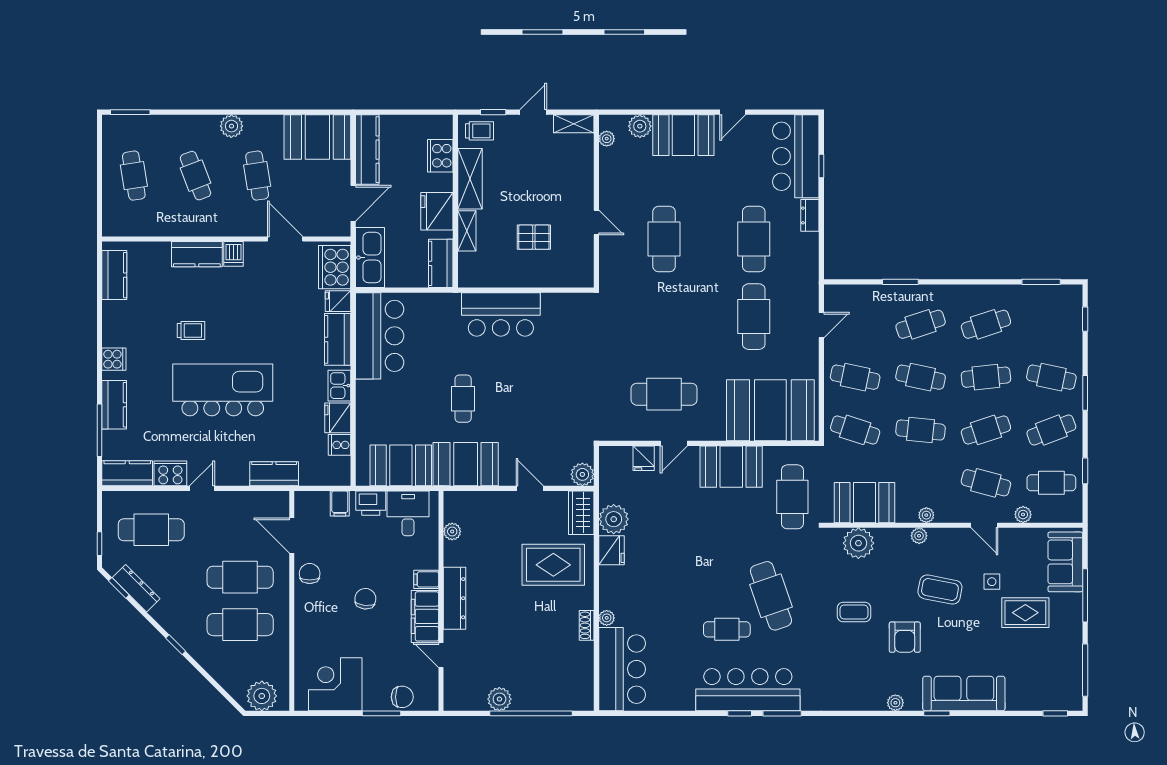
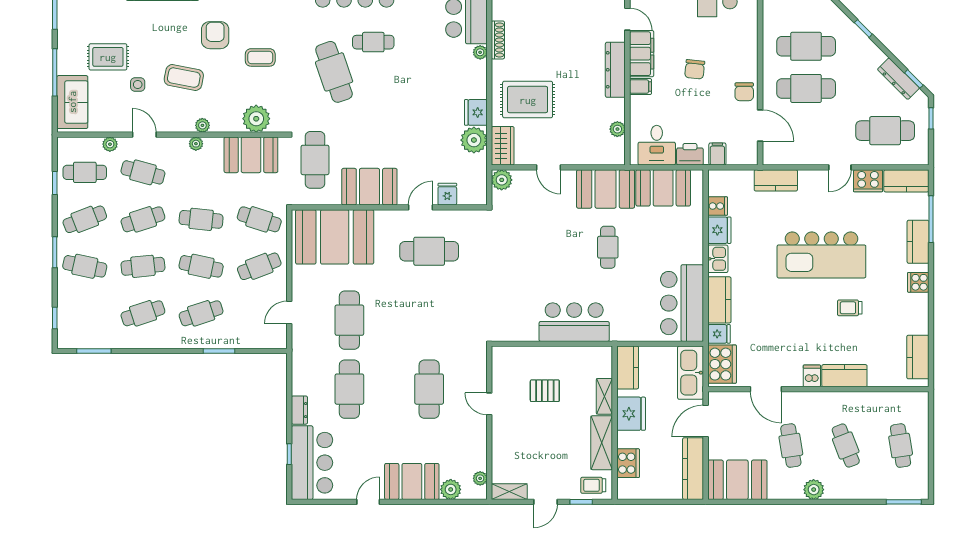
cafe table: (855, 377) -> (259, 266), turned -33
shoe rack: (587, 625) -> (498, 40), width x1.43

